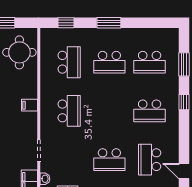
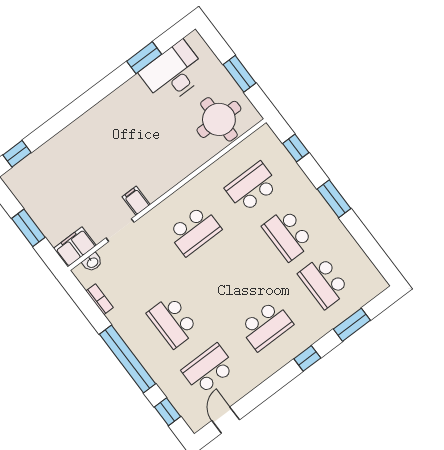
school desk: (69, 62) -> (252, 187), turned 180
filing cabinet: (29, 105) -> (136, 201), moved
school desk: (150, 111) -> (266, 326), turned -90

